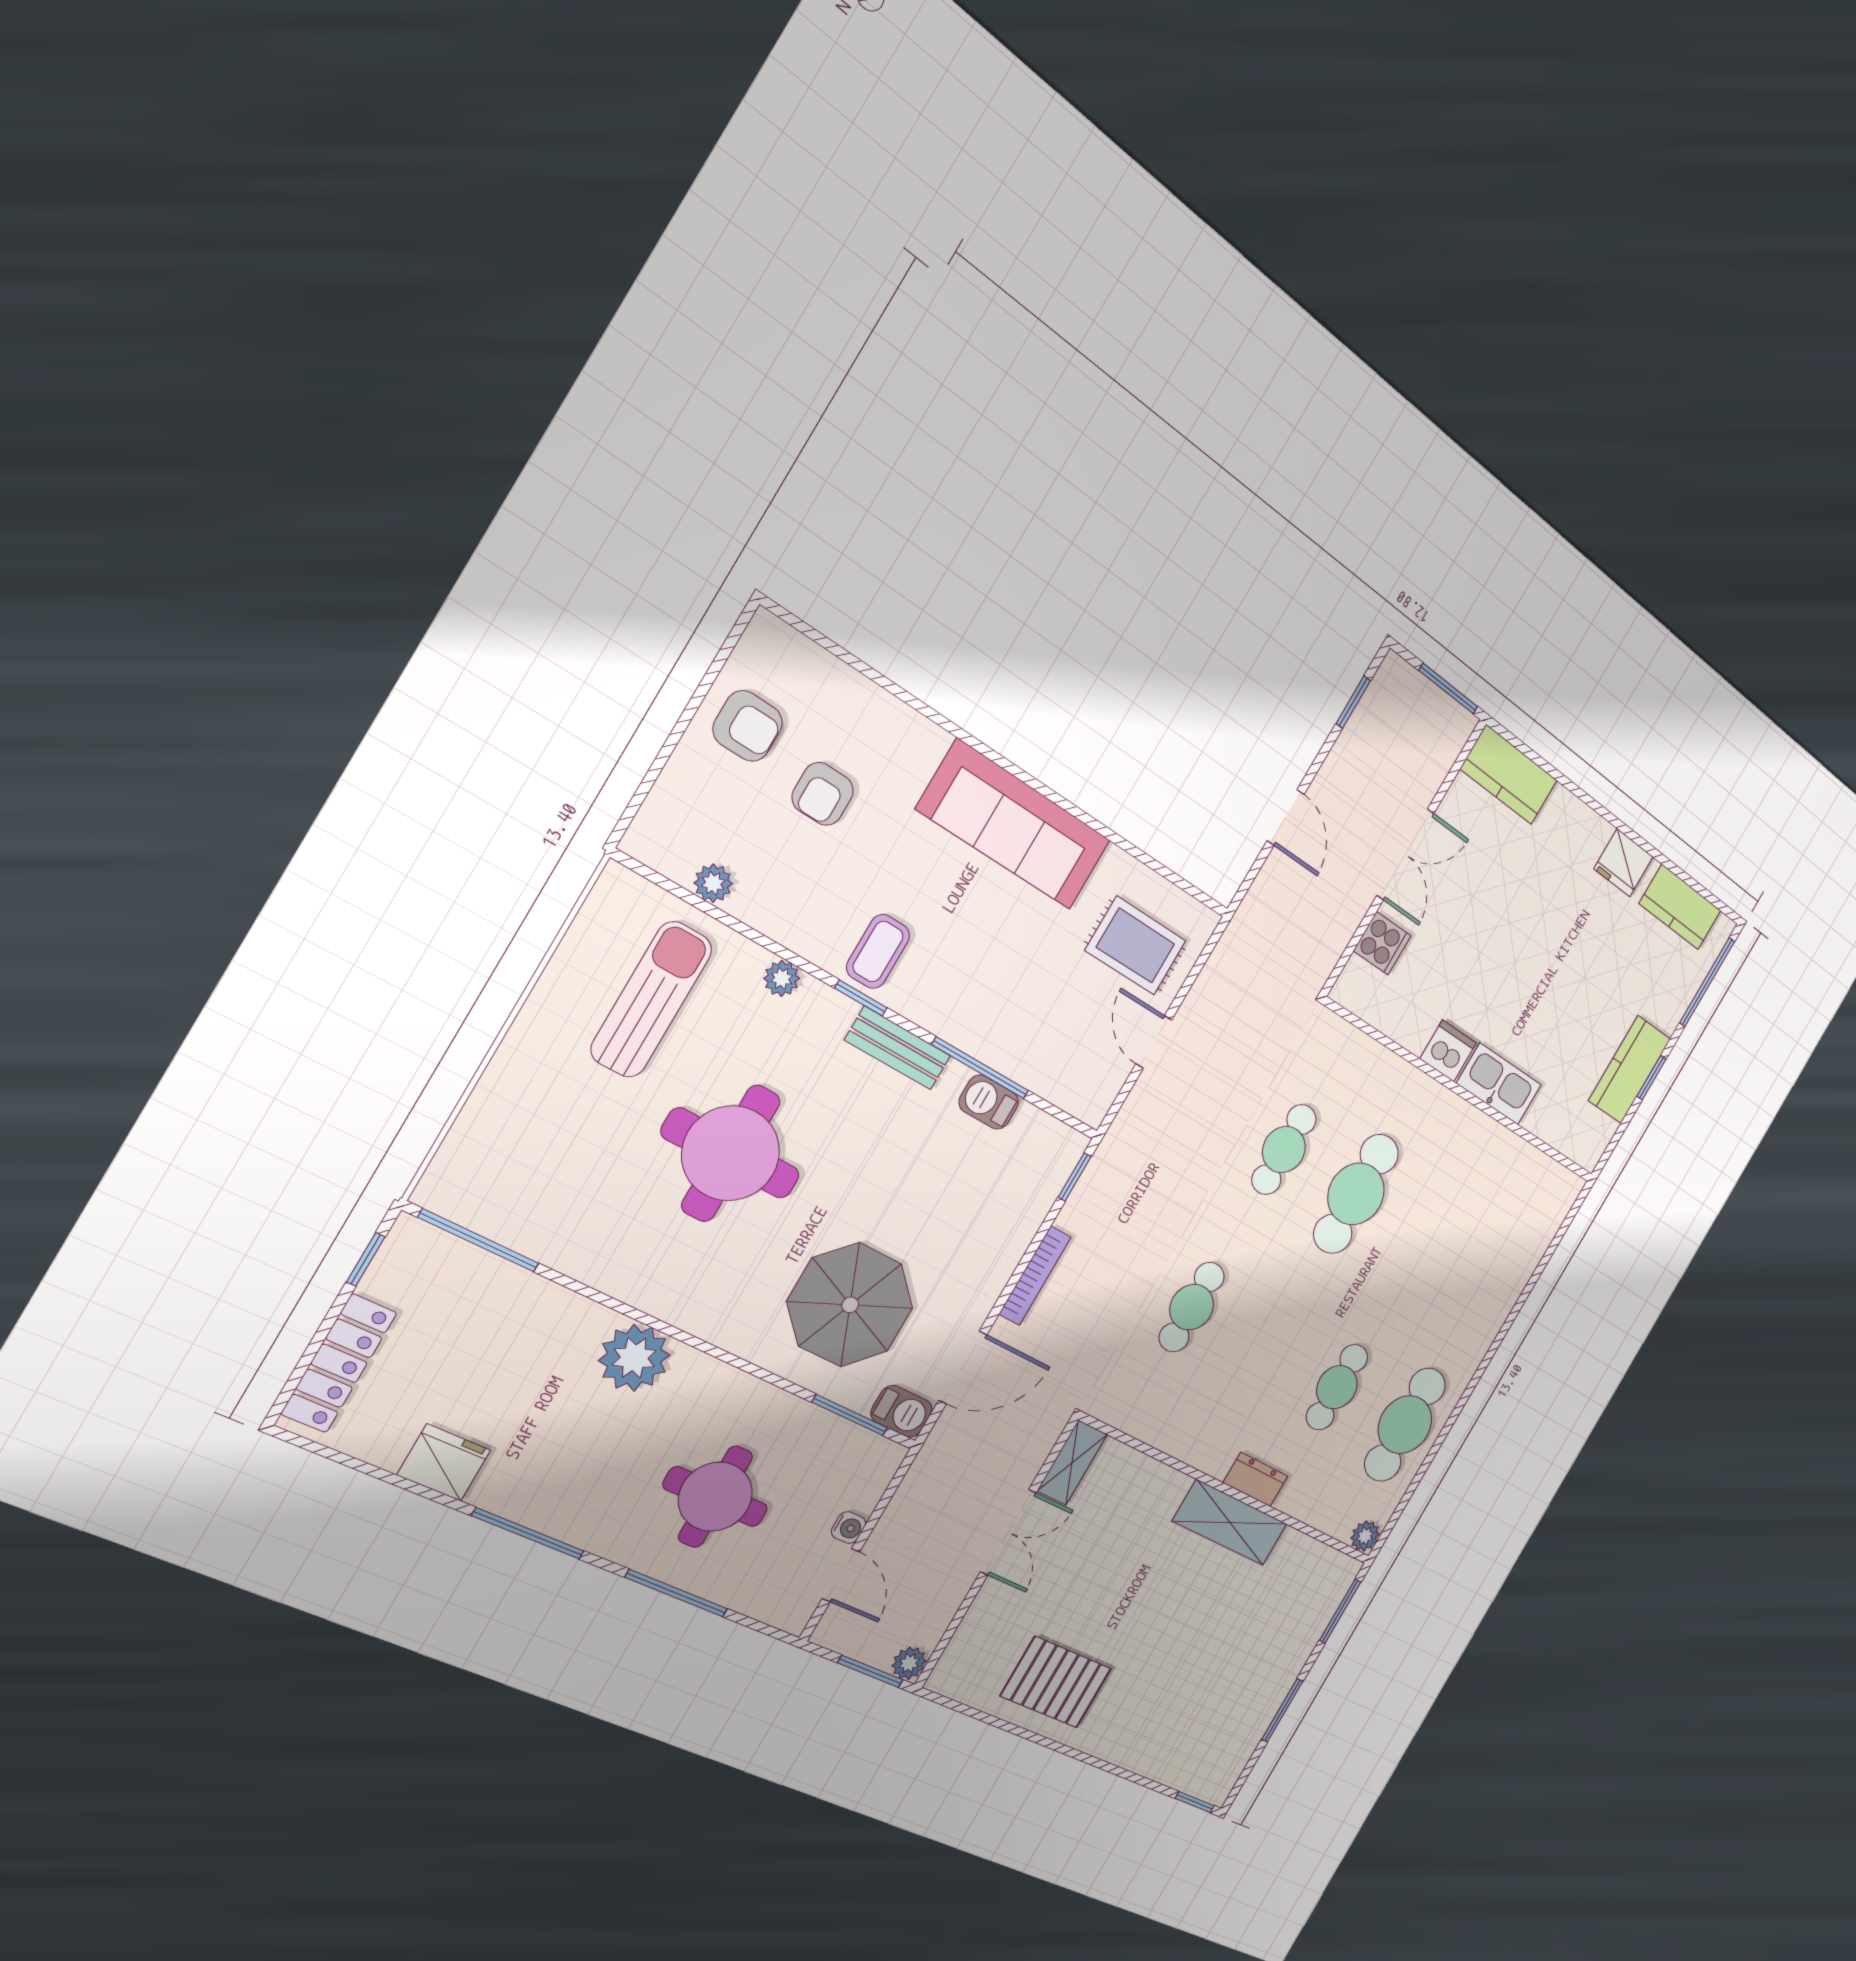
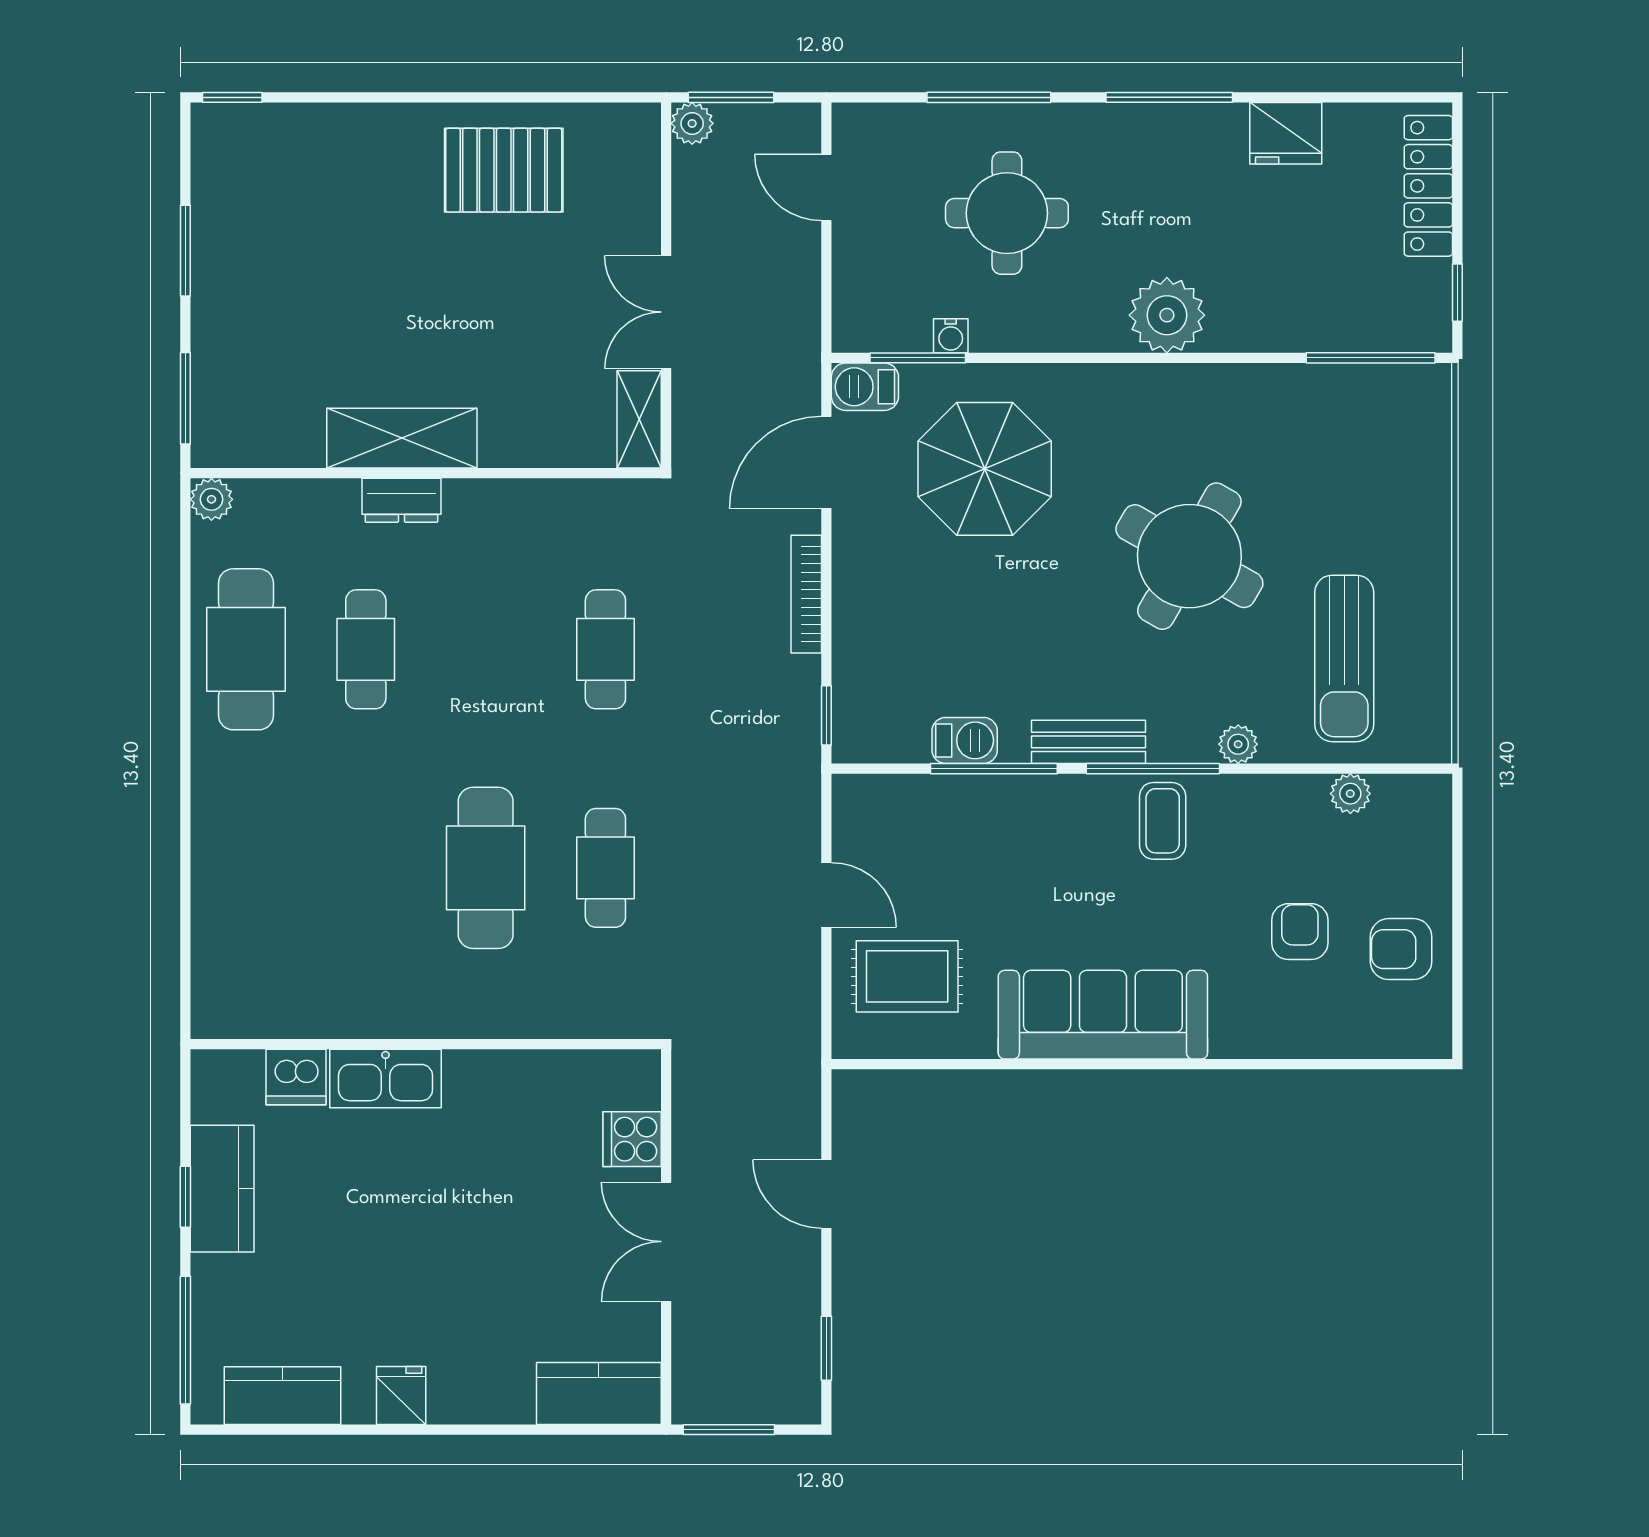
fridge: (1623, 863) -> (401, 1396), width x0.72
window: (861, 998) -> (1153, 769), width x2.17
dishwasher: (1448, 1051) -> (296, 1077), moved
round table: (731, 1153) -> (1189, 556), turned 30
water cooler: (849, 1528) -> (951, 336), moved, turned -90

